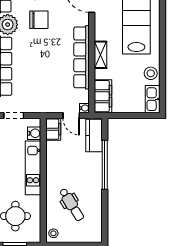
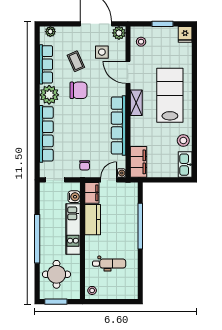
shelving: (100, 55) -> (136, 103), moved
chair: (45, 100) -> (85, 165), added
door: (71, 115) -> (109, 180), swing flipped
kitchen counter: (94, 136) -> (93, 220), moved, turned 180
dental chair: (72, 205) -> (109, 264), turned -58

